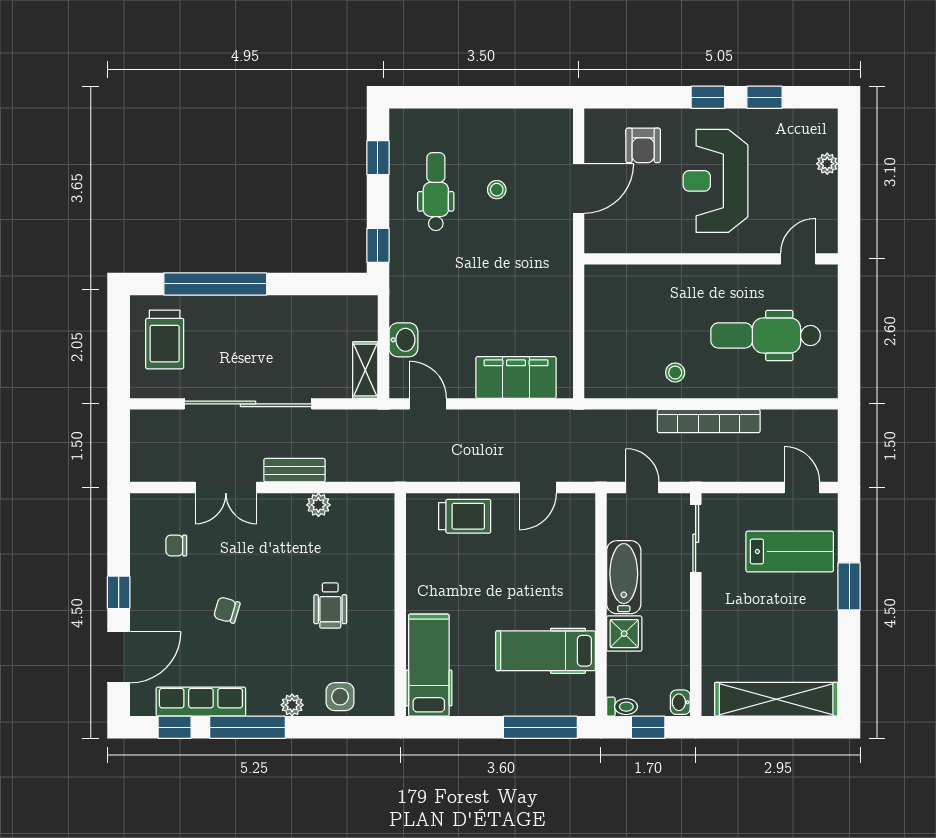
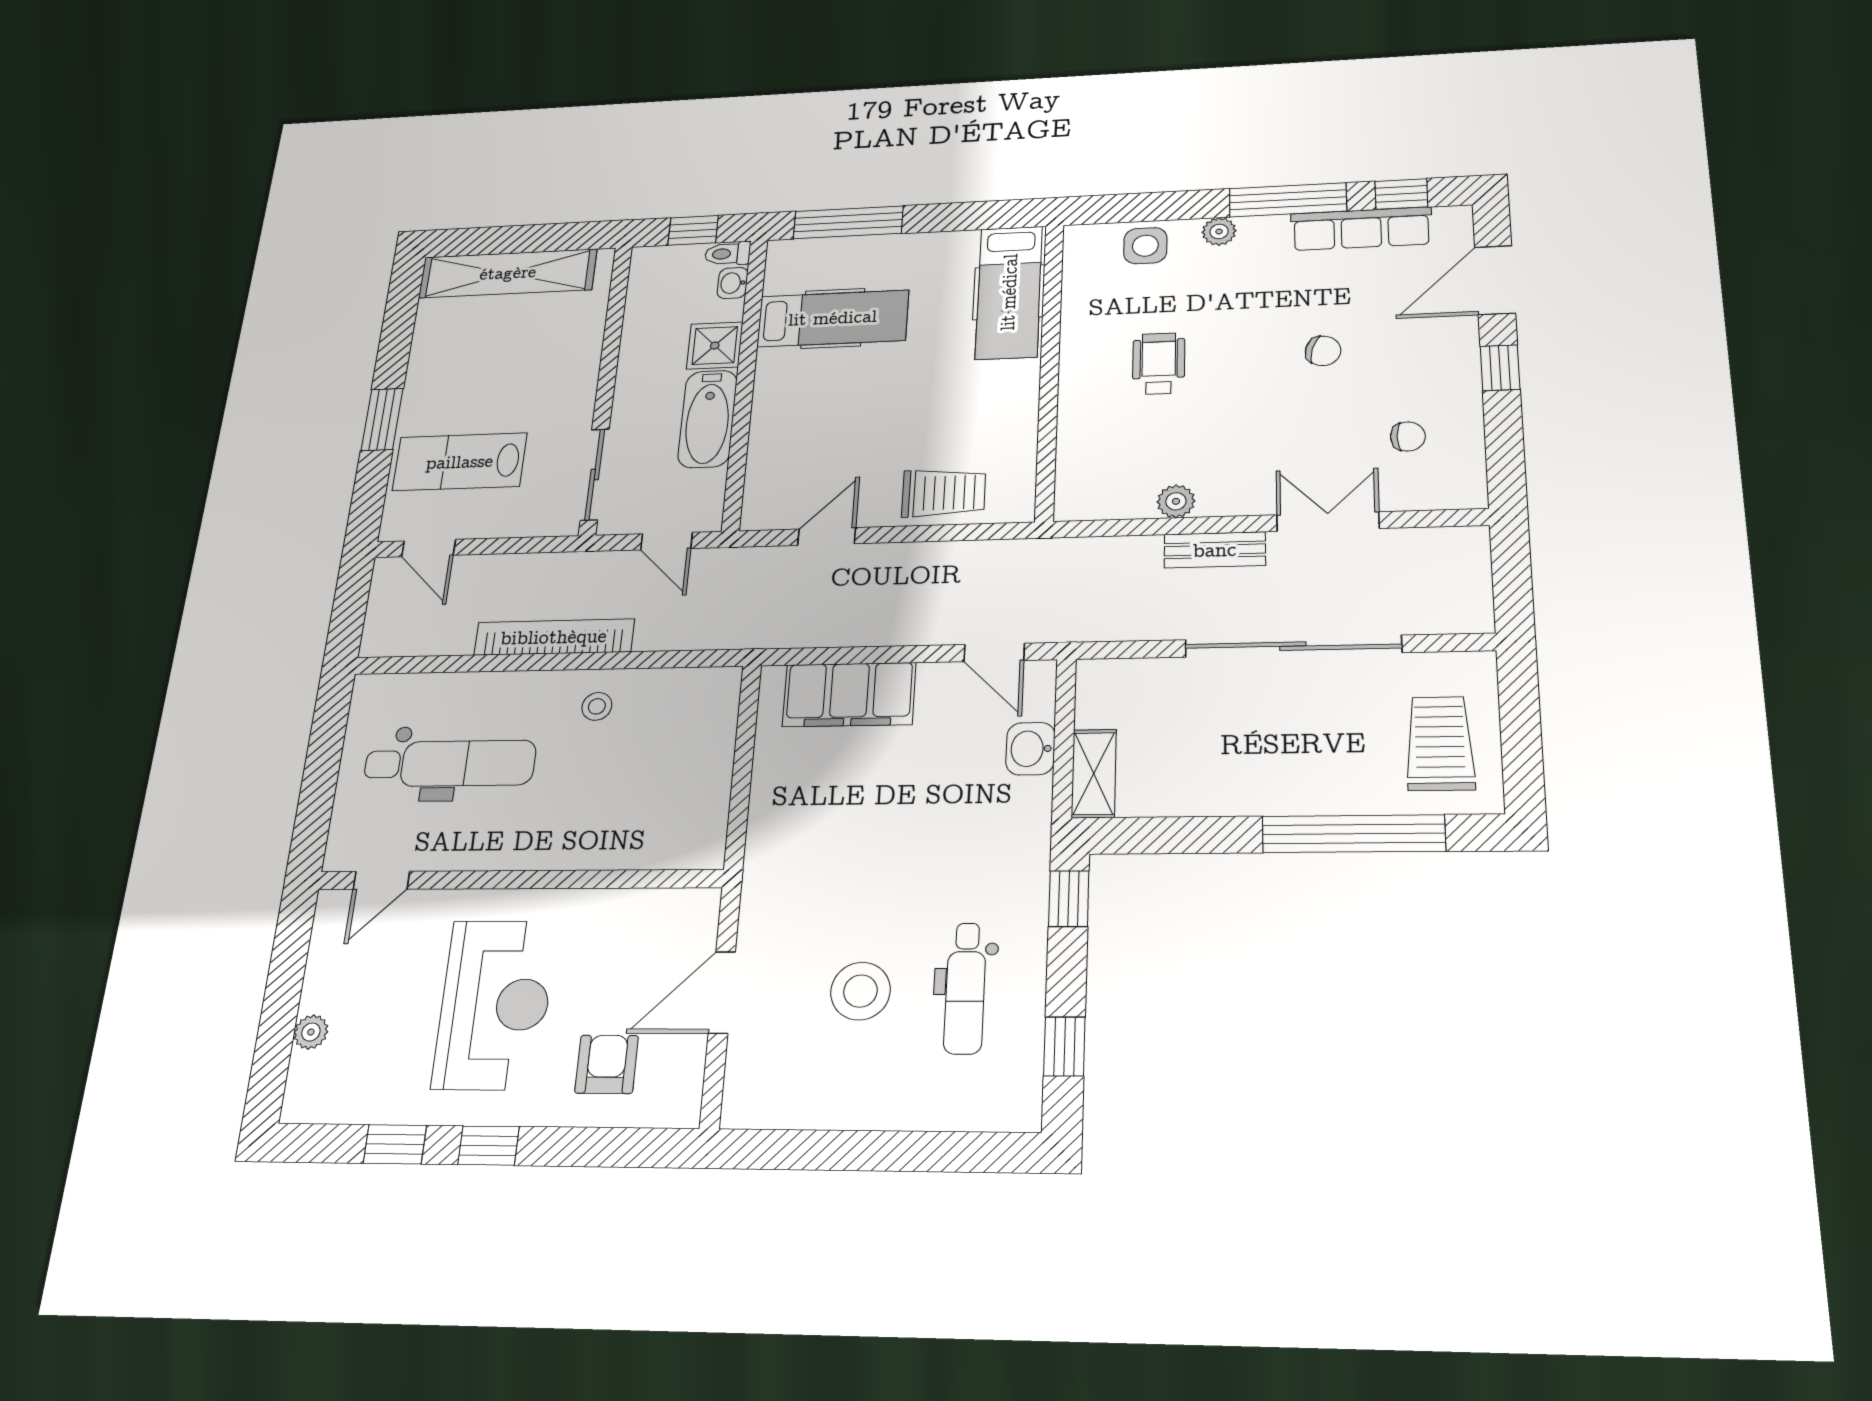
stool: (497, 190) -> (860, 991), width x1.89, depth x1.89
shelving: (365, 370) -> (1094, 774), moved
trolley: (465, 516) -> (944, 493), turned 180
washbasin: (680, 702) -> (733, 283), moved, turned 180

